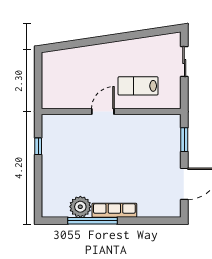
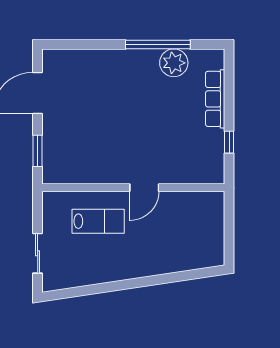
row of seats: (114, 210) -> (215, 99), moved, turned 90

